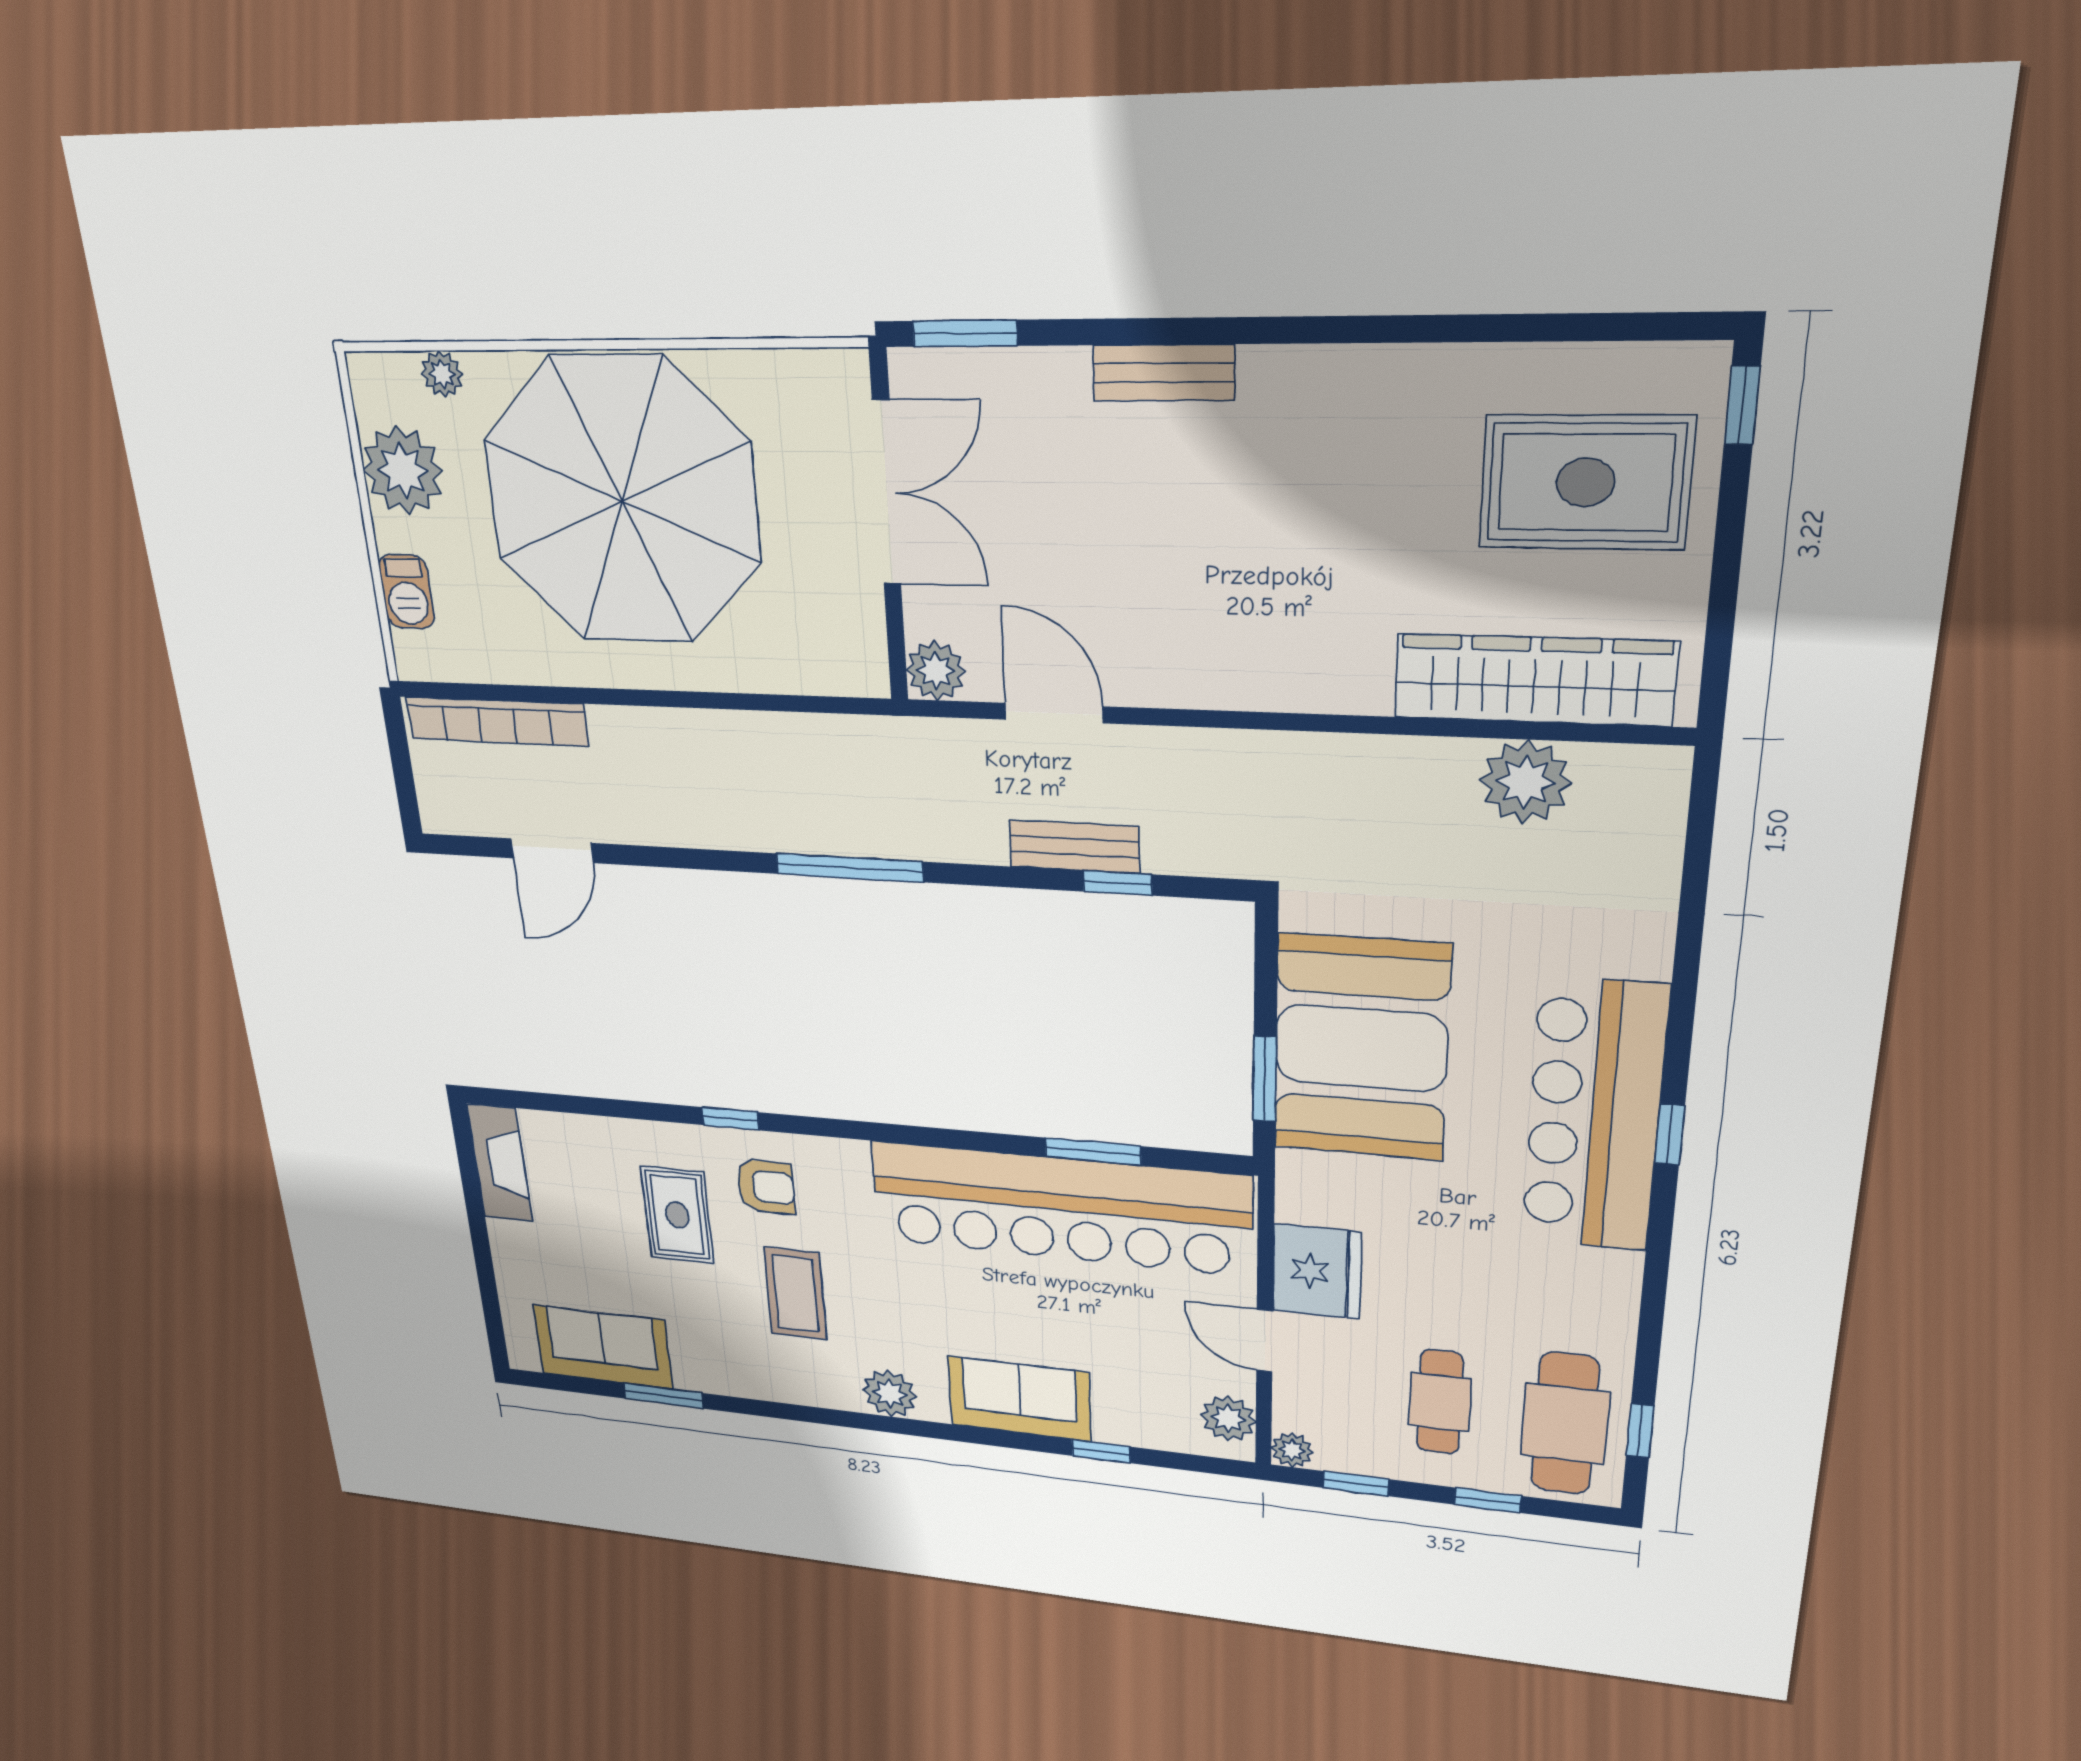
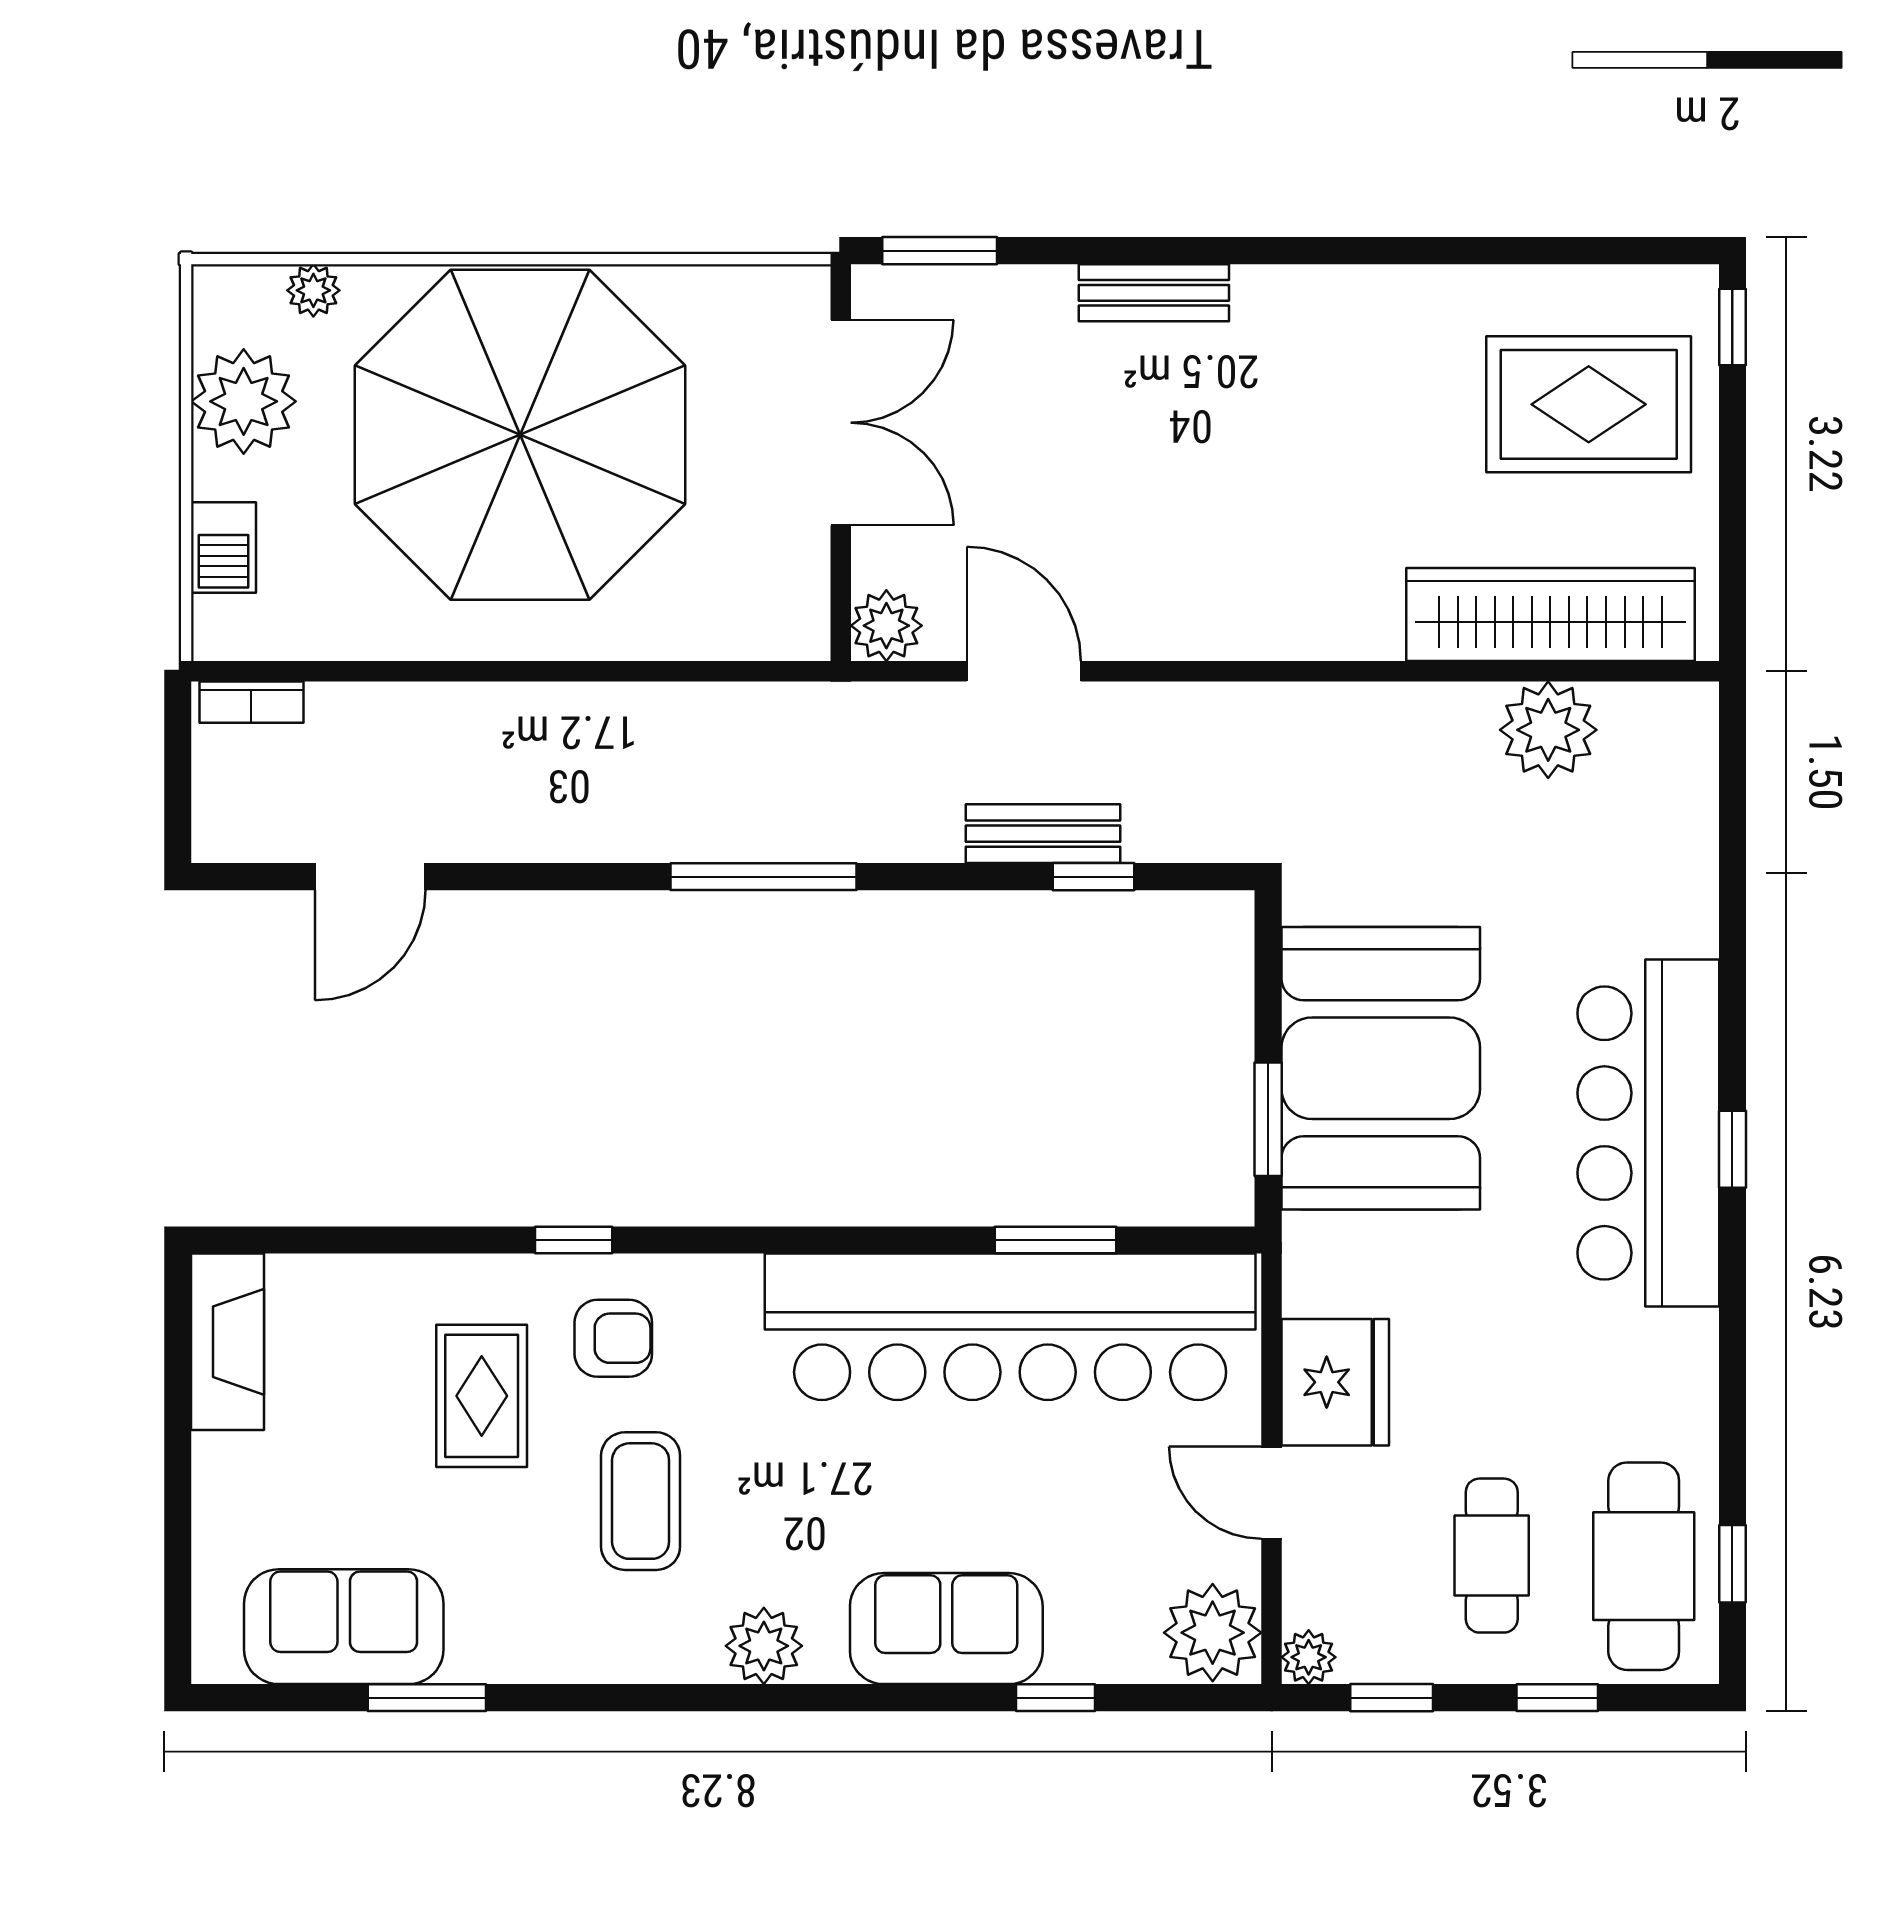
bookcase: (497, 721) -> (251, 702), width x0.43, depth x0.76
plant: (1228, 1418) -> (1213, 1633), width x1.36, depth x1.36

